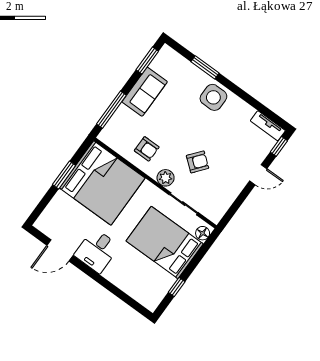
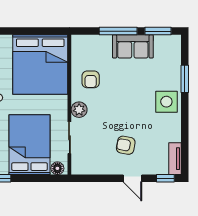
window: (111, 110) -> (118, 31), moved
armchair: (197, 162) -> (126, 145), moved, turned 152
window: (64, 175) -> (25, 31), removed

